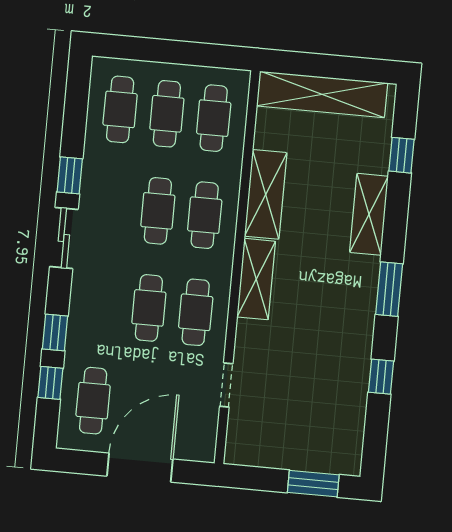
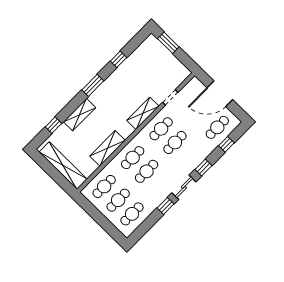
shelving: (256, 279) -> (143, 113), moved
window: (55, 332) -> (204, 167), moved

